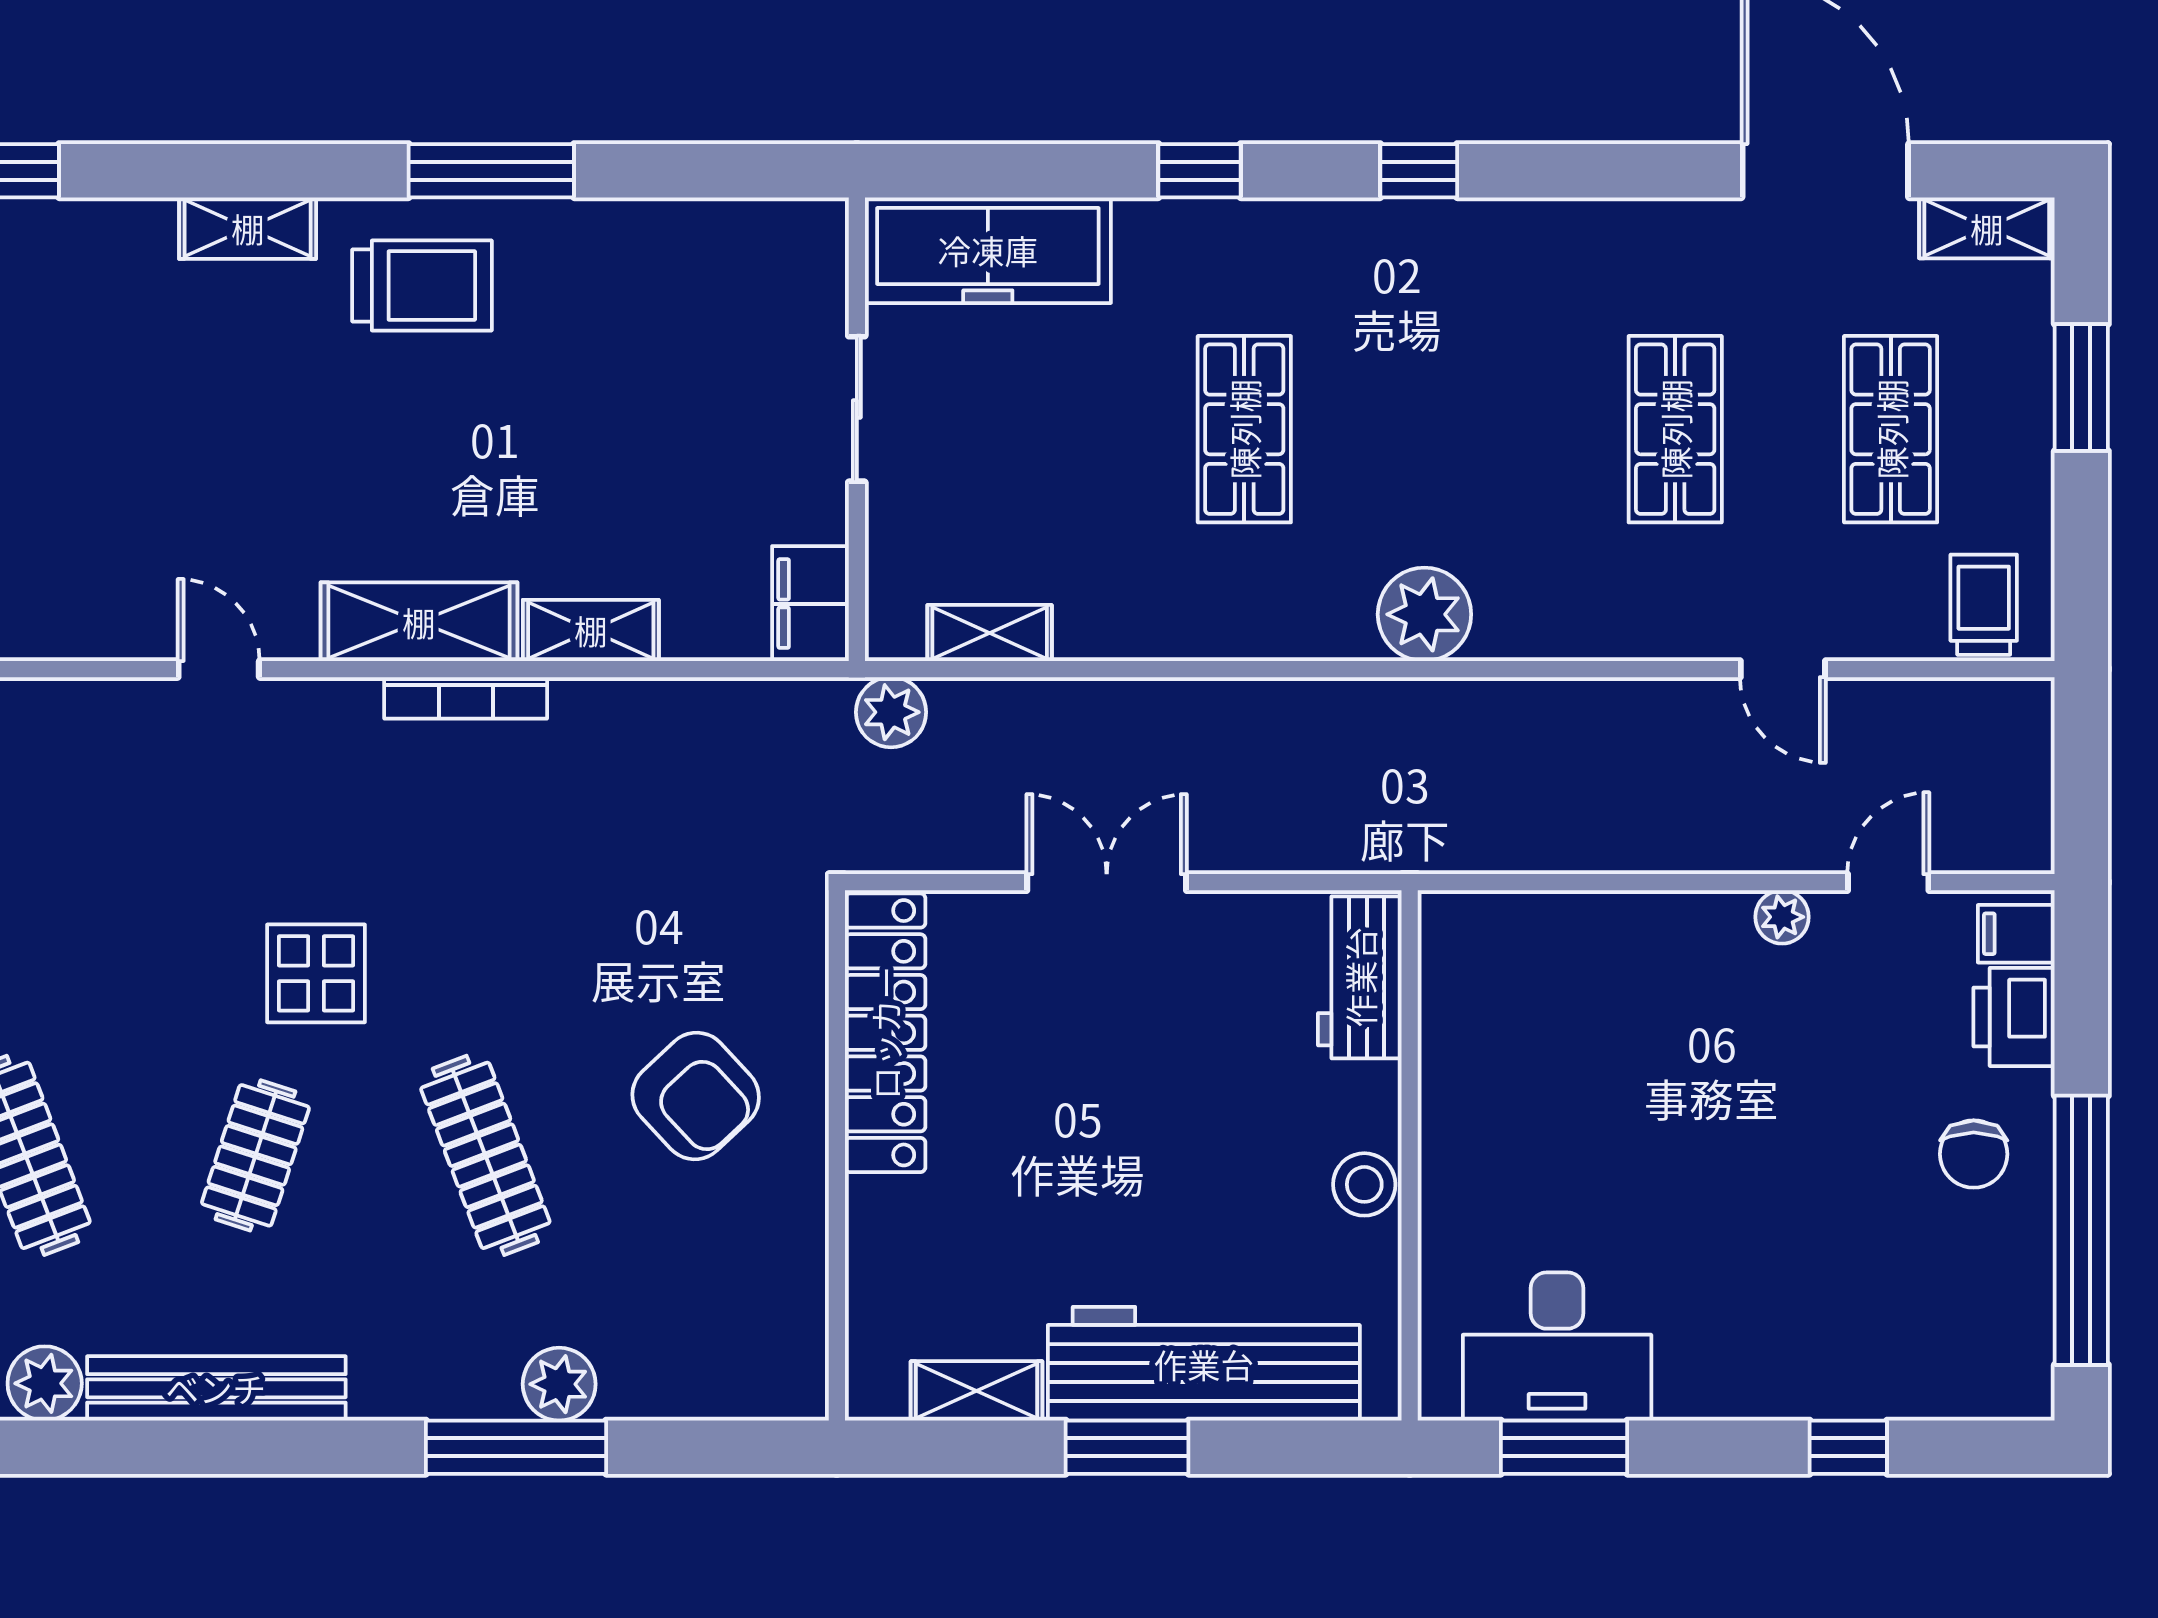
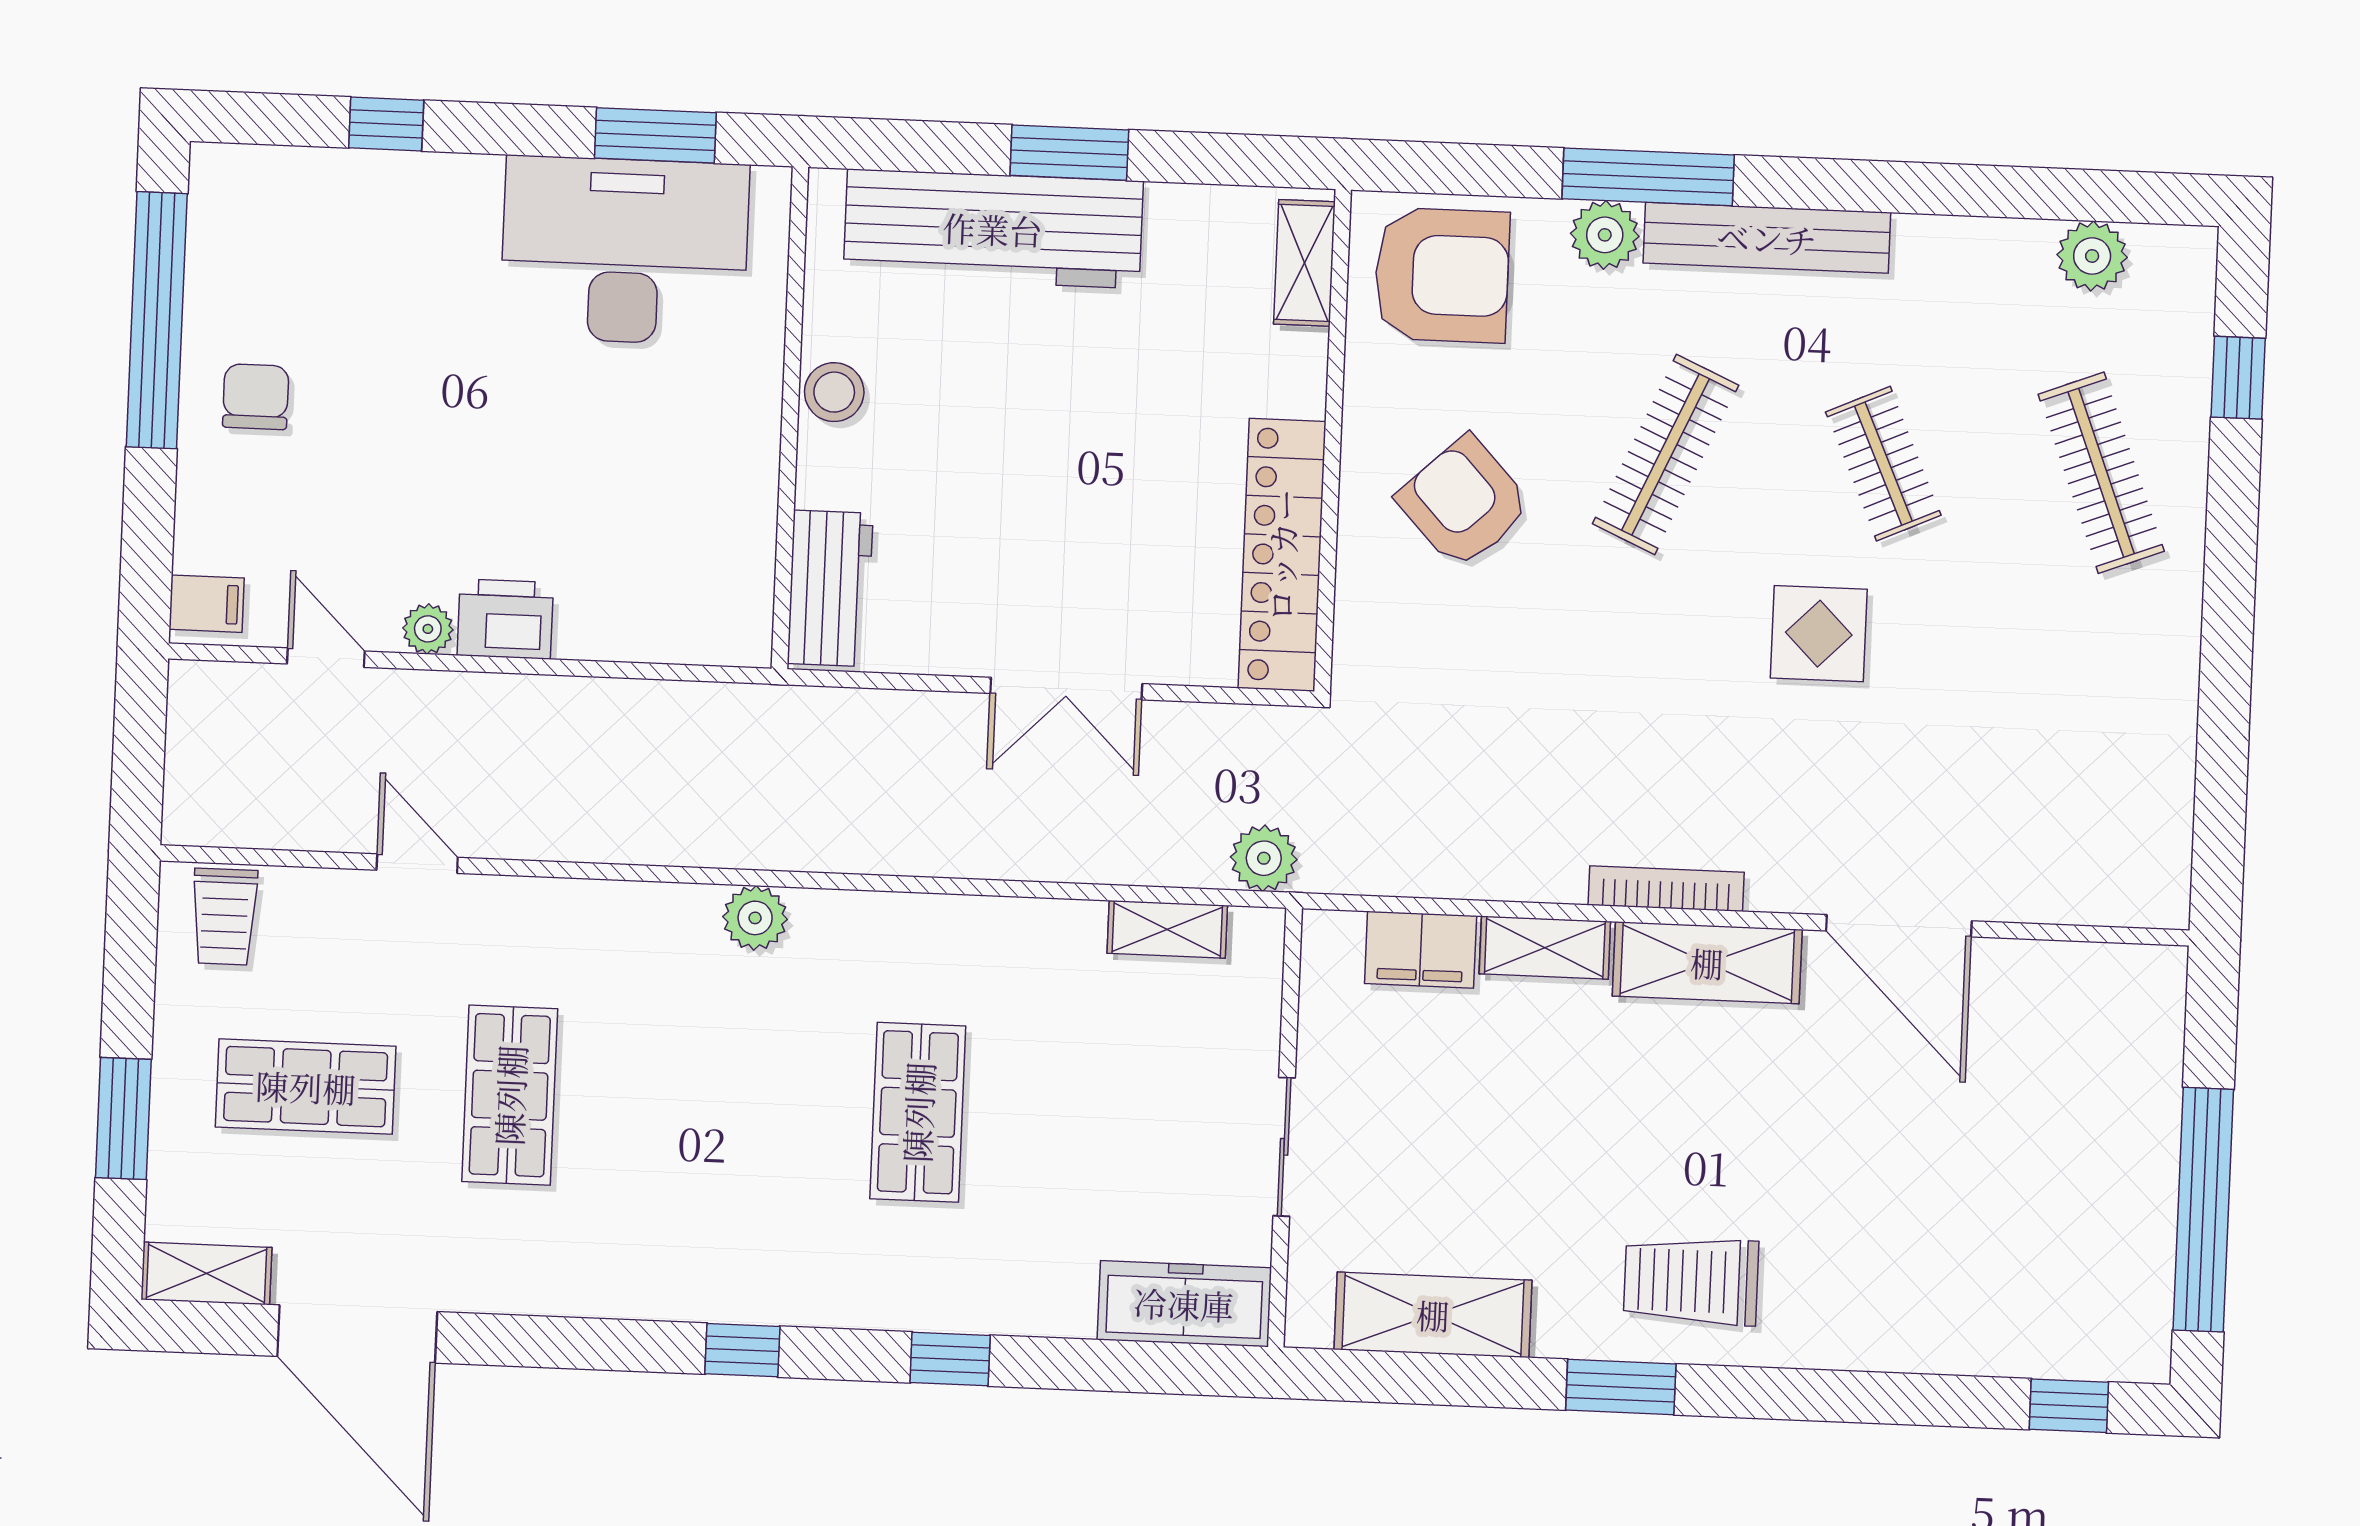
window: (491, 171) -> (1621, 1387), width x0.69
shelving: (248, 228) -> (1433, 1315), moved, width x1.50, depth x1.33
freezer: (988, 250) -> (1184, 1304), width x0.73, depth x0.79
shop shelf: (1891, 429) -> (306, 1087), turned 90
filing cabinet: (810, 604) -> (1421, 950), moved, turned 90
plant: (1424, 614) -> (755, 918), width x0.73, depth x0.73
door: (219, 669) -> (1899, 926), width x1.88
door: (1888, 882) -> (326, 658), swing flipped
printer: (2014, 1017) -> (505, 619), moved, turned -90
clothes rail: (255, 1155) -> (1883, 464), turned -42
clothes rail: (485, 1155) -> (1666, 455), turned 45
armchair: (729, 1335) -> (1442, 275), added
desk: (1557, 1346) -> (625, 251), width x1.36, depth x1.30
bench: (216, 1388) -> (1767, 238), moved
shelving: (977, 1391) -> (1304, 263), moved, turned 90

